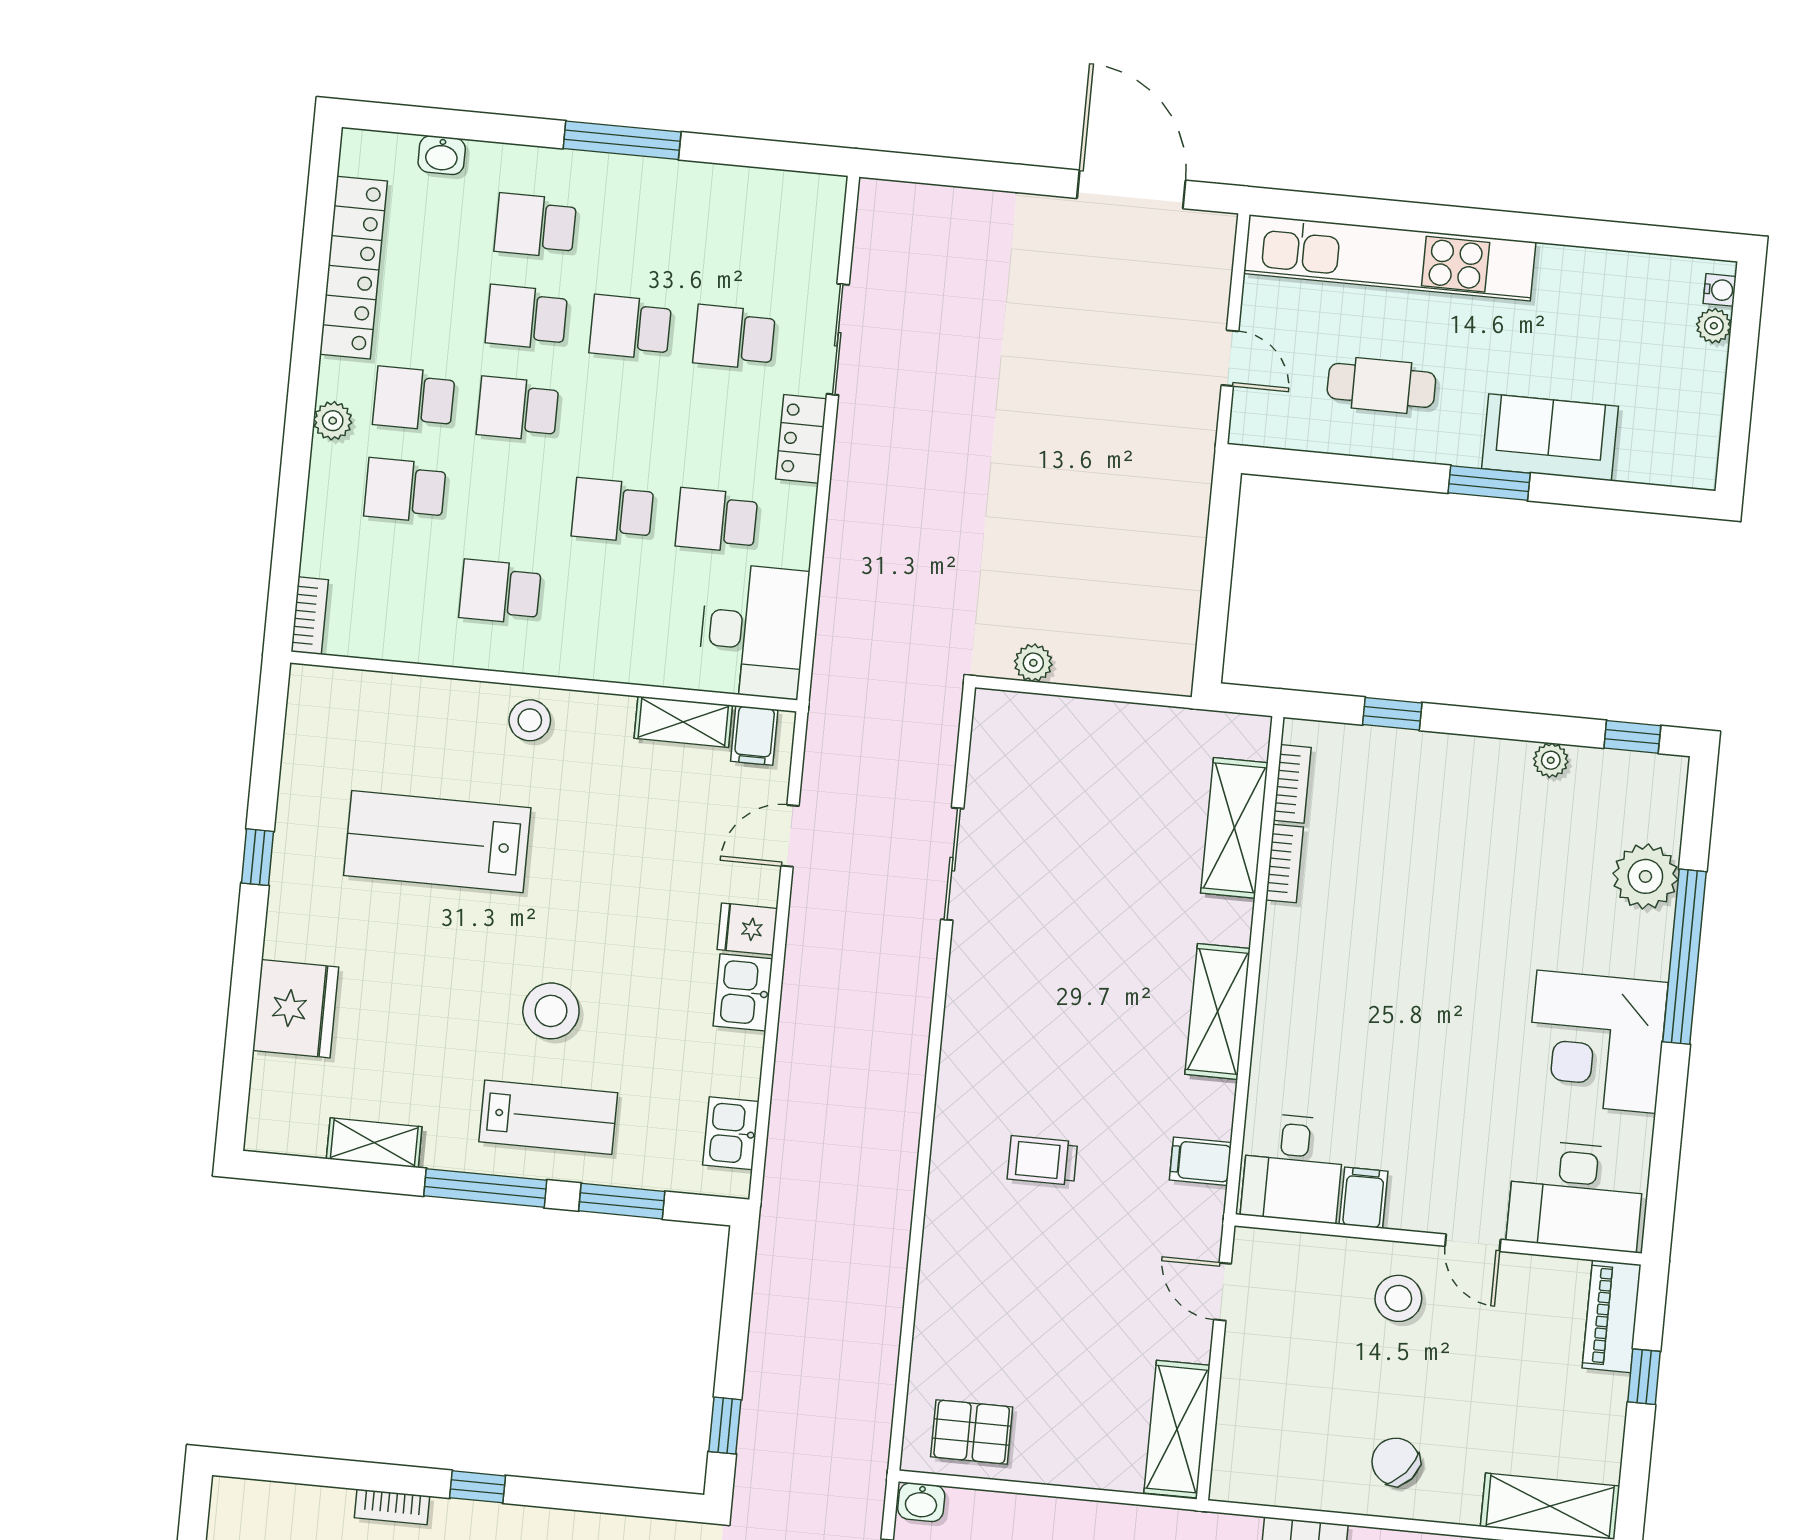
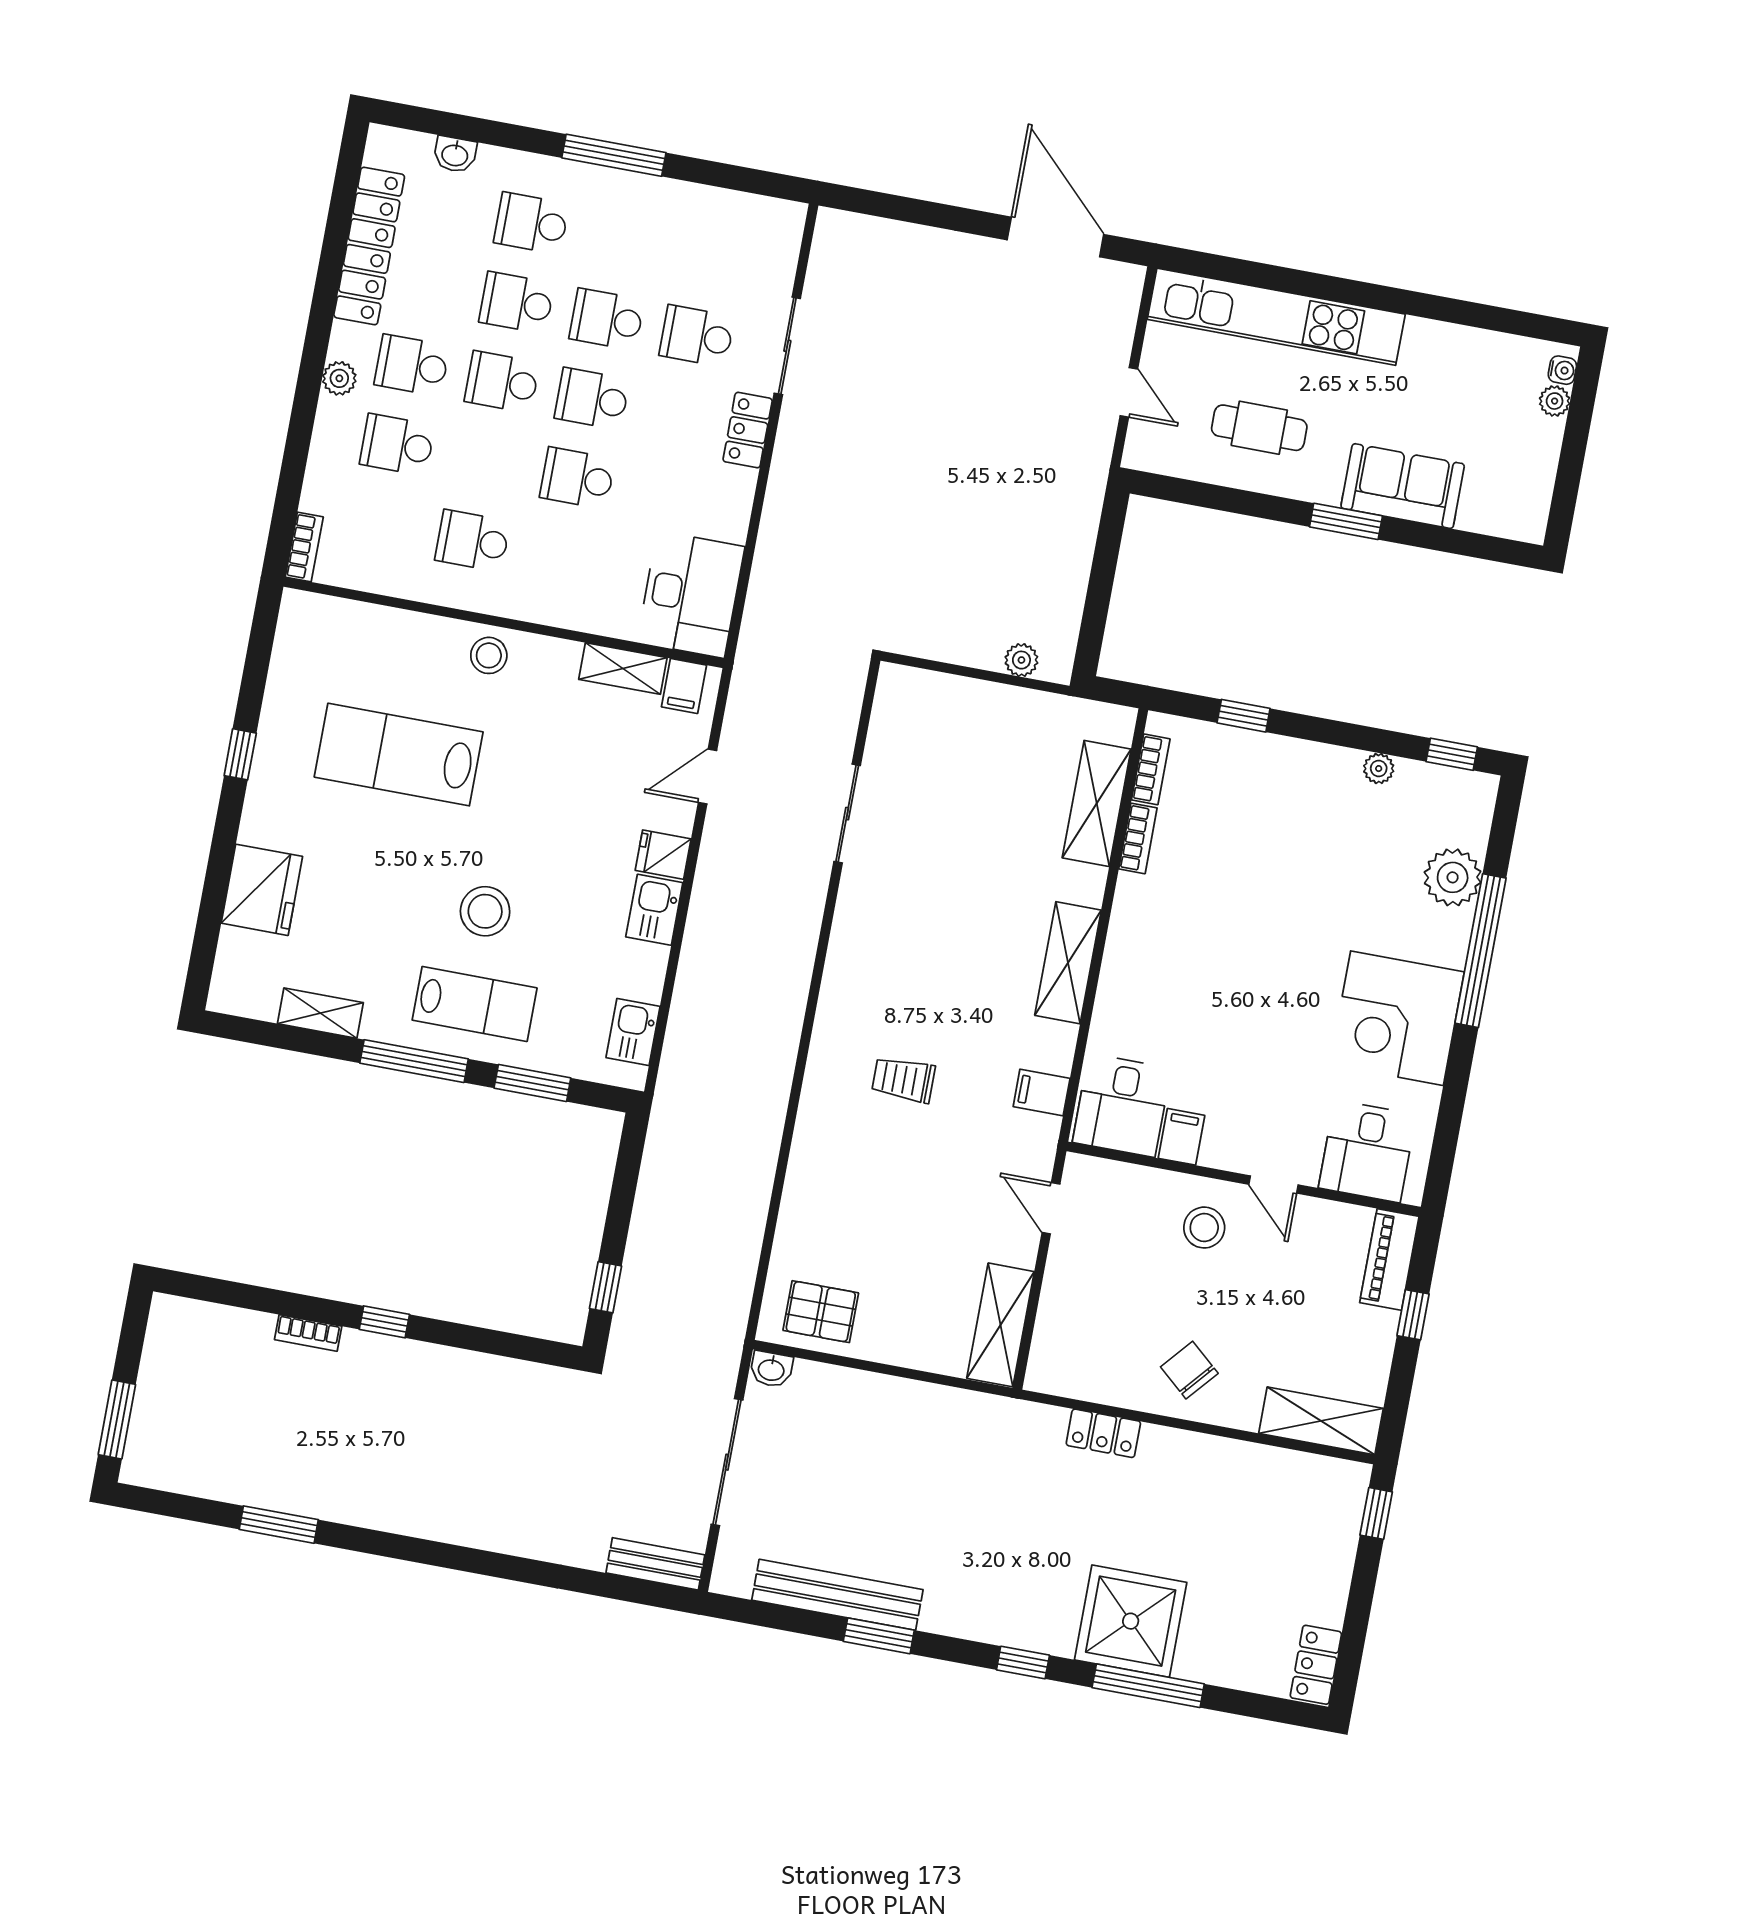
school desk: (716, 520) -> (592, 399), moved
plant: (1033, 663) -> (1021, 660), moved
desk: (1576, 1196) -> (1367, 1151), width x0.73

